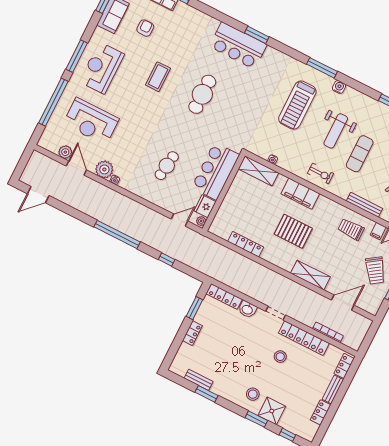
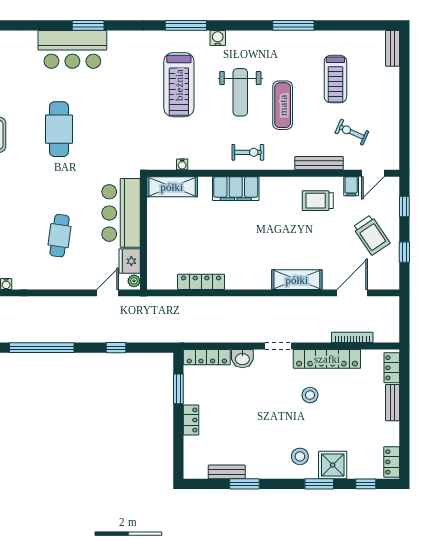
pallet: (293, 231) -> (250, 238), removed
locker: (320, 412) -> (392, 462), moved

